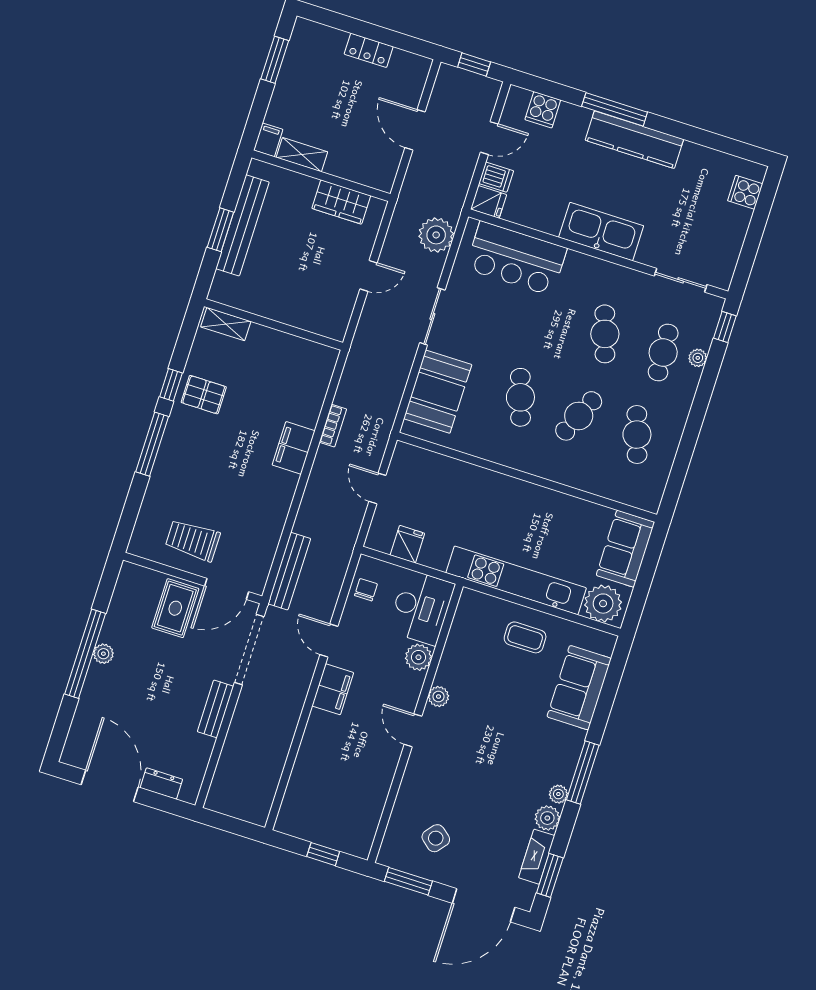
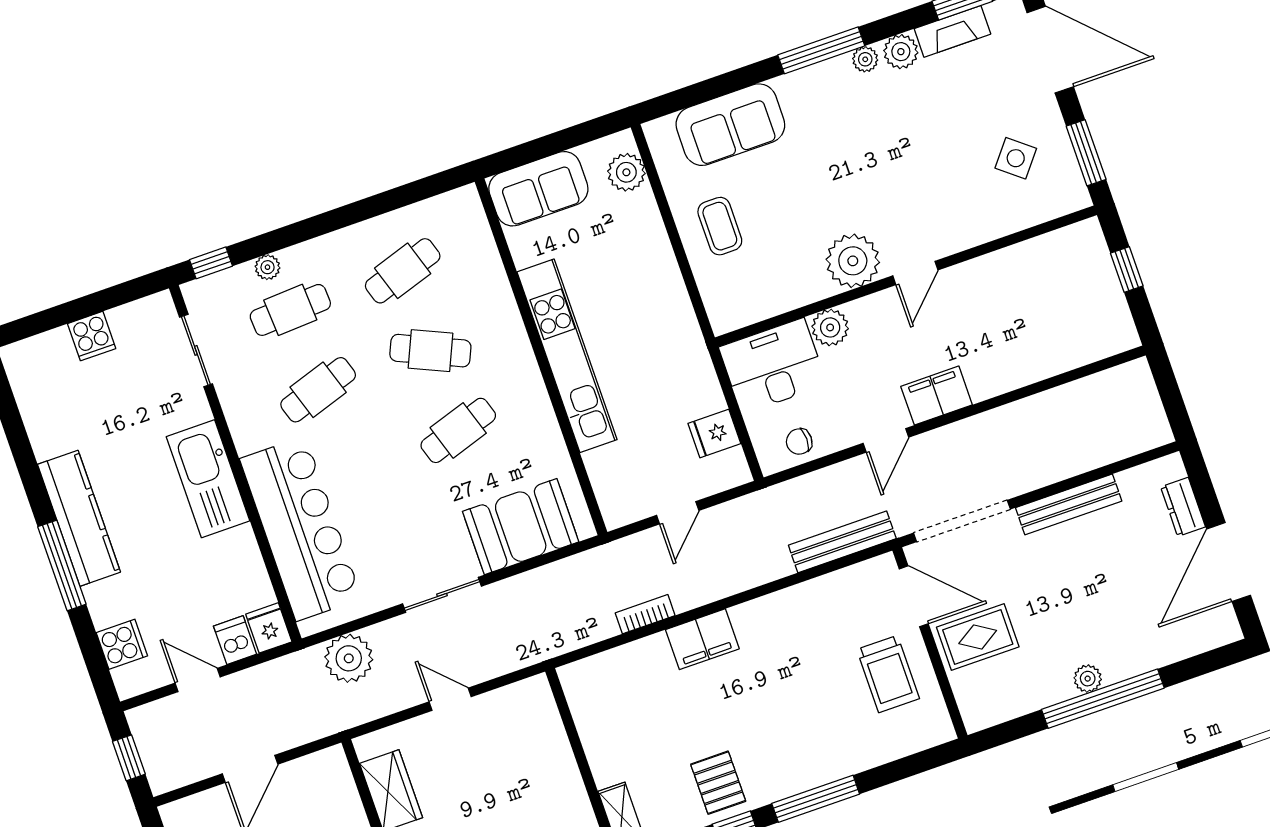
cooker: (745, 192) -> (92, 336), moved
bar counter: (516, 258) -> (301, 529), width x1.36
kitchen unit: (516, 580) -> (567, 356), moved, turned 180
plant: (603, 604) -> (626, 172), width x0.73, depth x0.73
plant: (438, 697) -> (853, 261), width x1.88, depth x1.88
bench: (215, 709) -> (1069, 504), width x1.36

